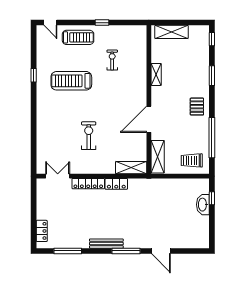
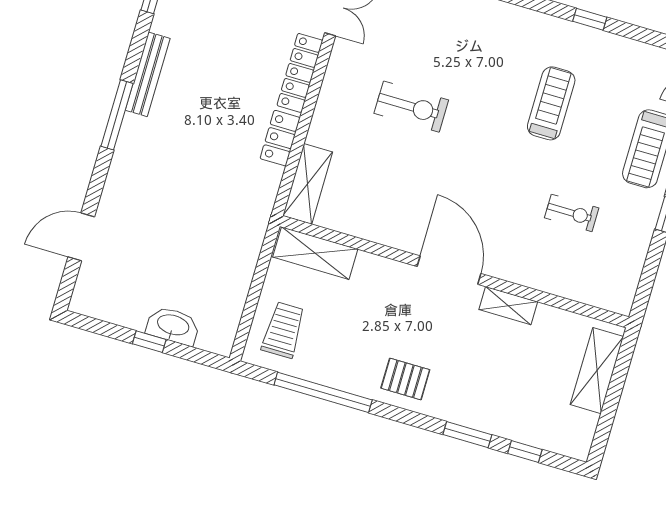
window: (212, 39) -> (525, 451), moved
treadmill: (71, 81) -> (551, 103), width x0.73, depth x0.73
door: (149, 119) -> (449, 270), moved
window: (212, 198) -> (149, 342), moved
door: (161, 251) -> (81, 237), moved

